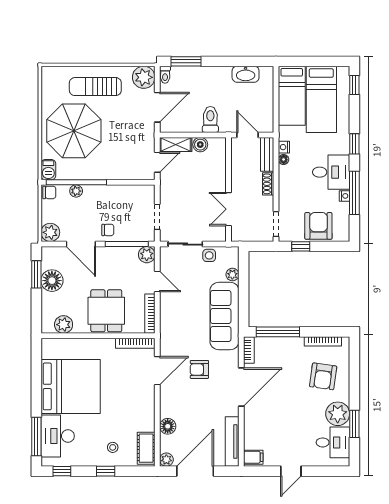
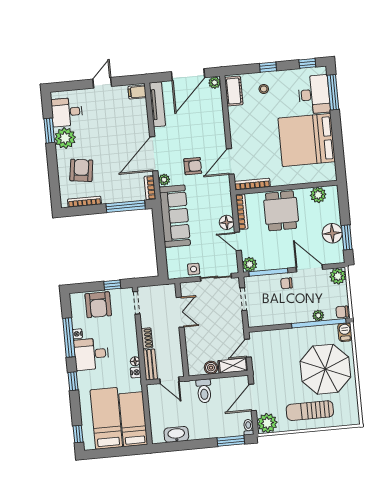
sun lounger: (95, 87) -> (310, 411), turned 180
plant: (232, 275) -> (164, 180), moved
floor lamp: (168, 426) -> (227, 222), moved

